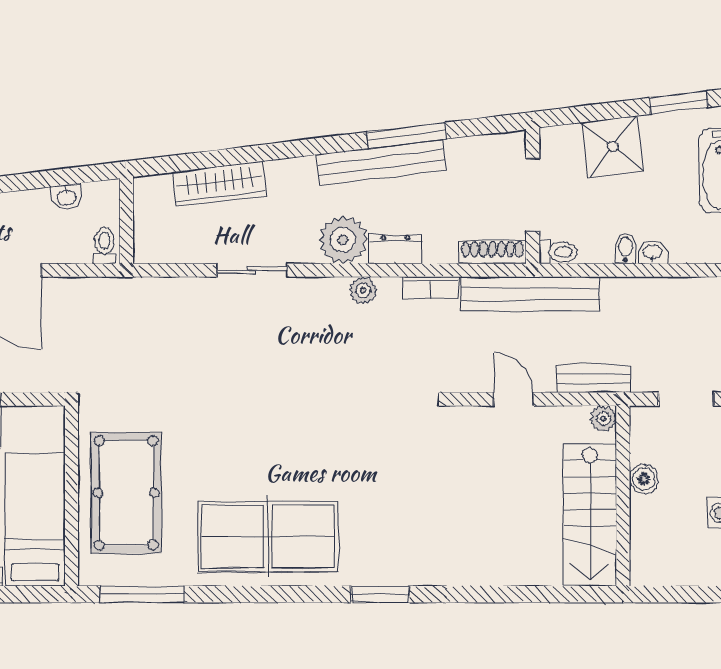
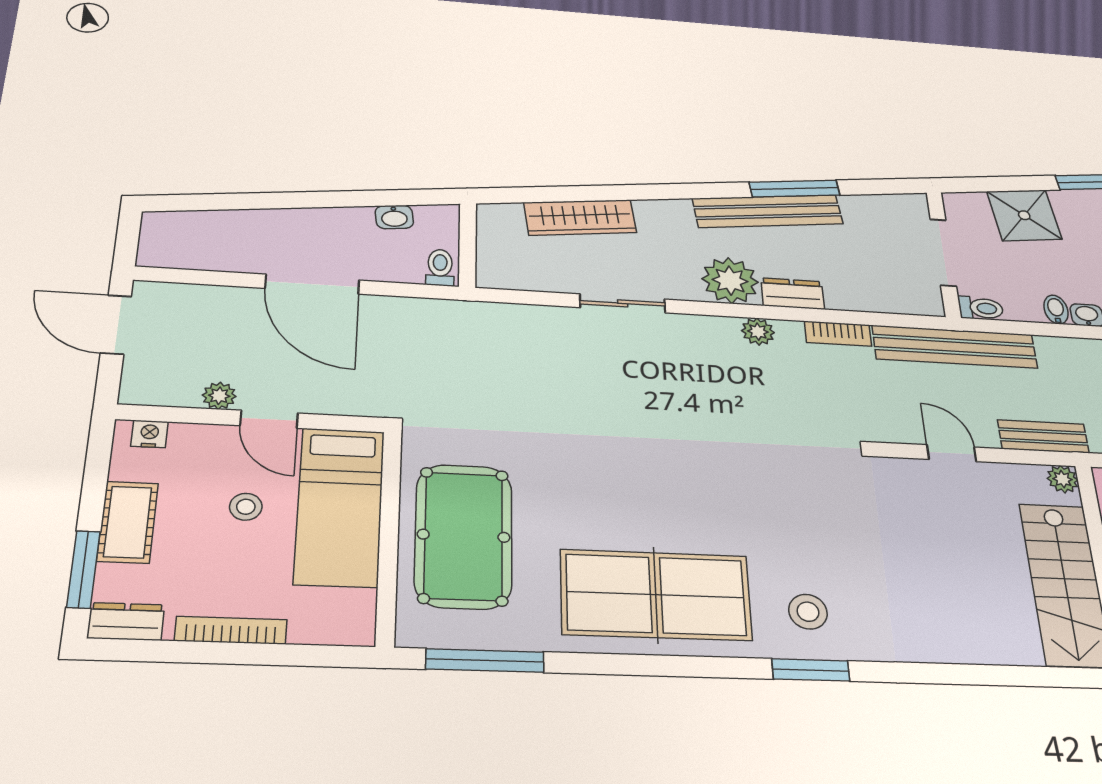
shoe rack: (492, 252) -> (906, 304), removed
bed: (35, 520) -> (340, 506), moved, turned 180
stool: (382, 546) -> (808, 612), added

